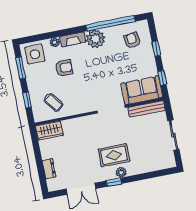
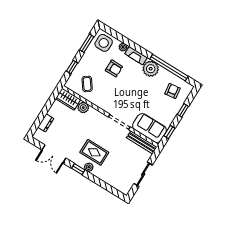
plant: (69, 126) -> (83, 108), added

